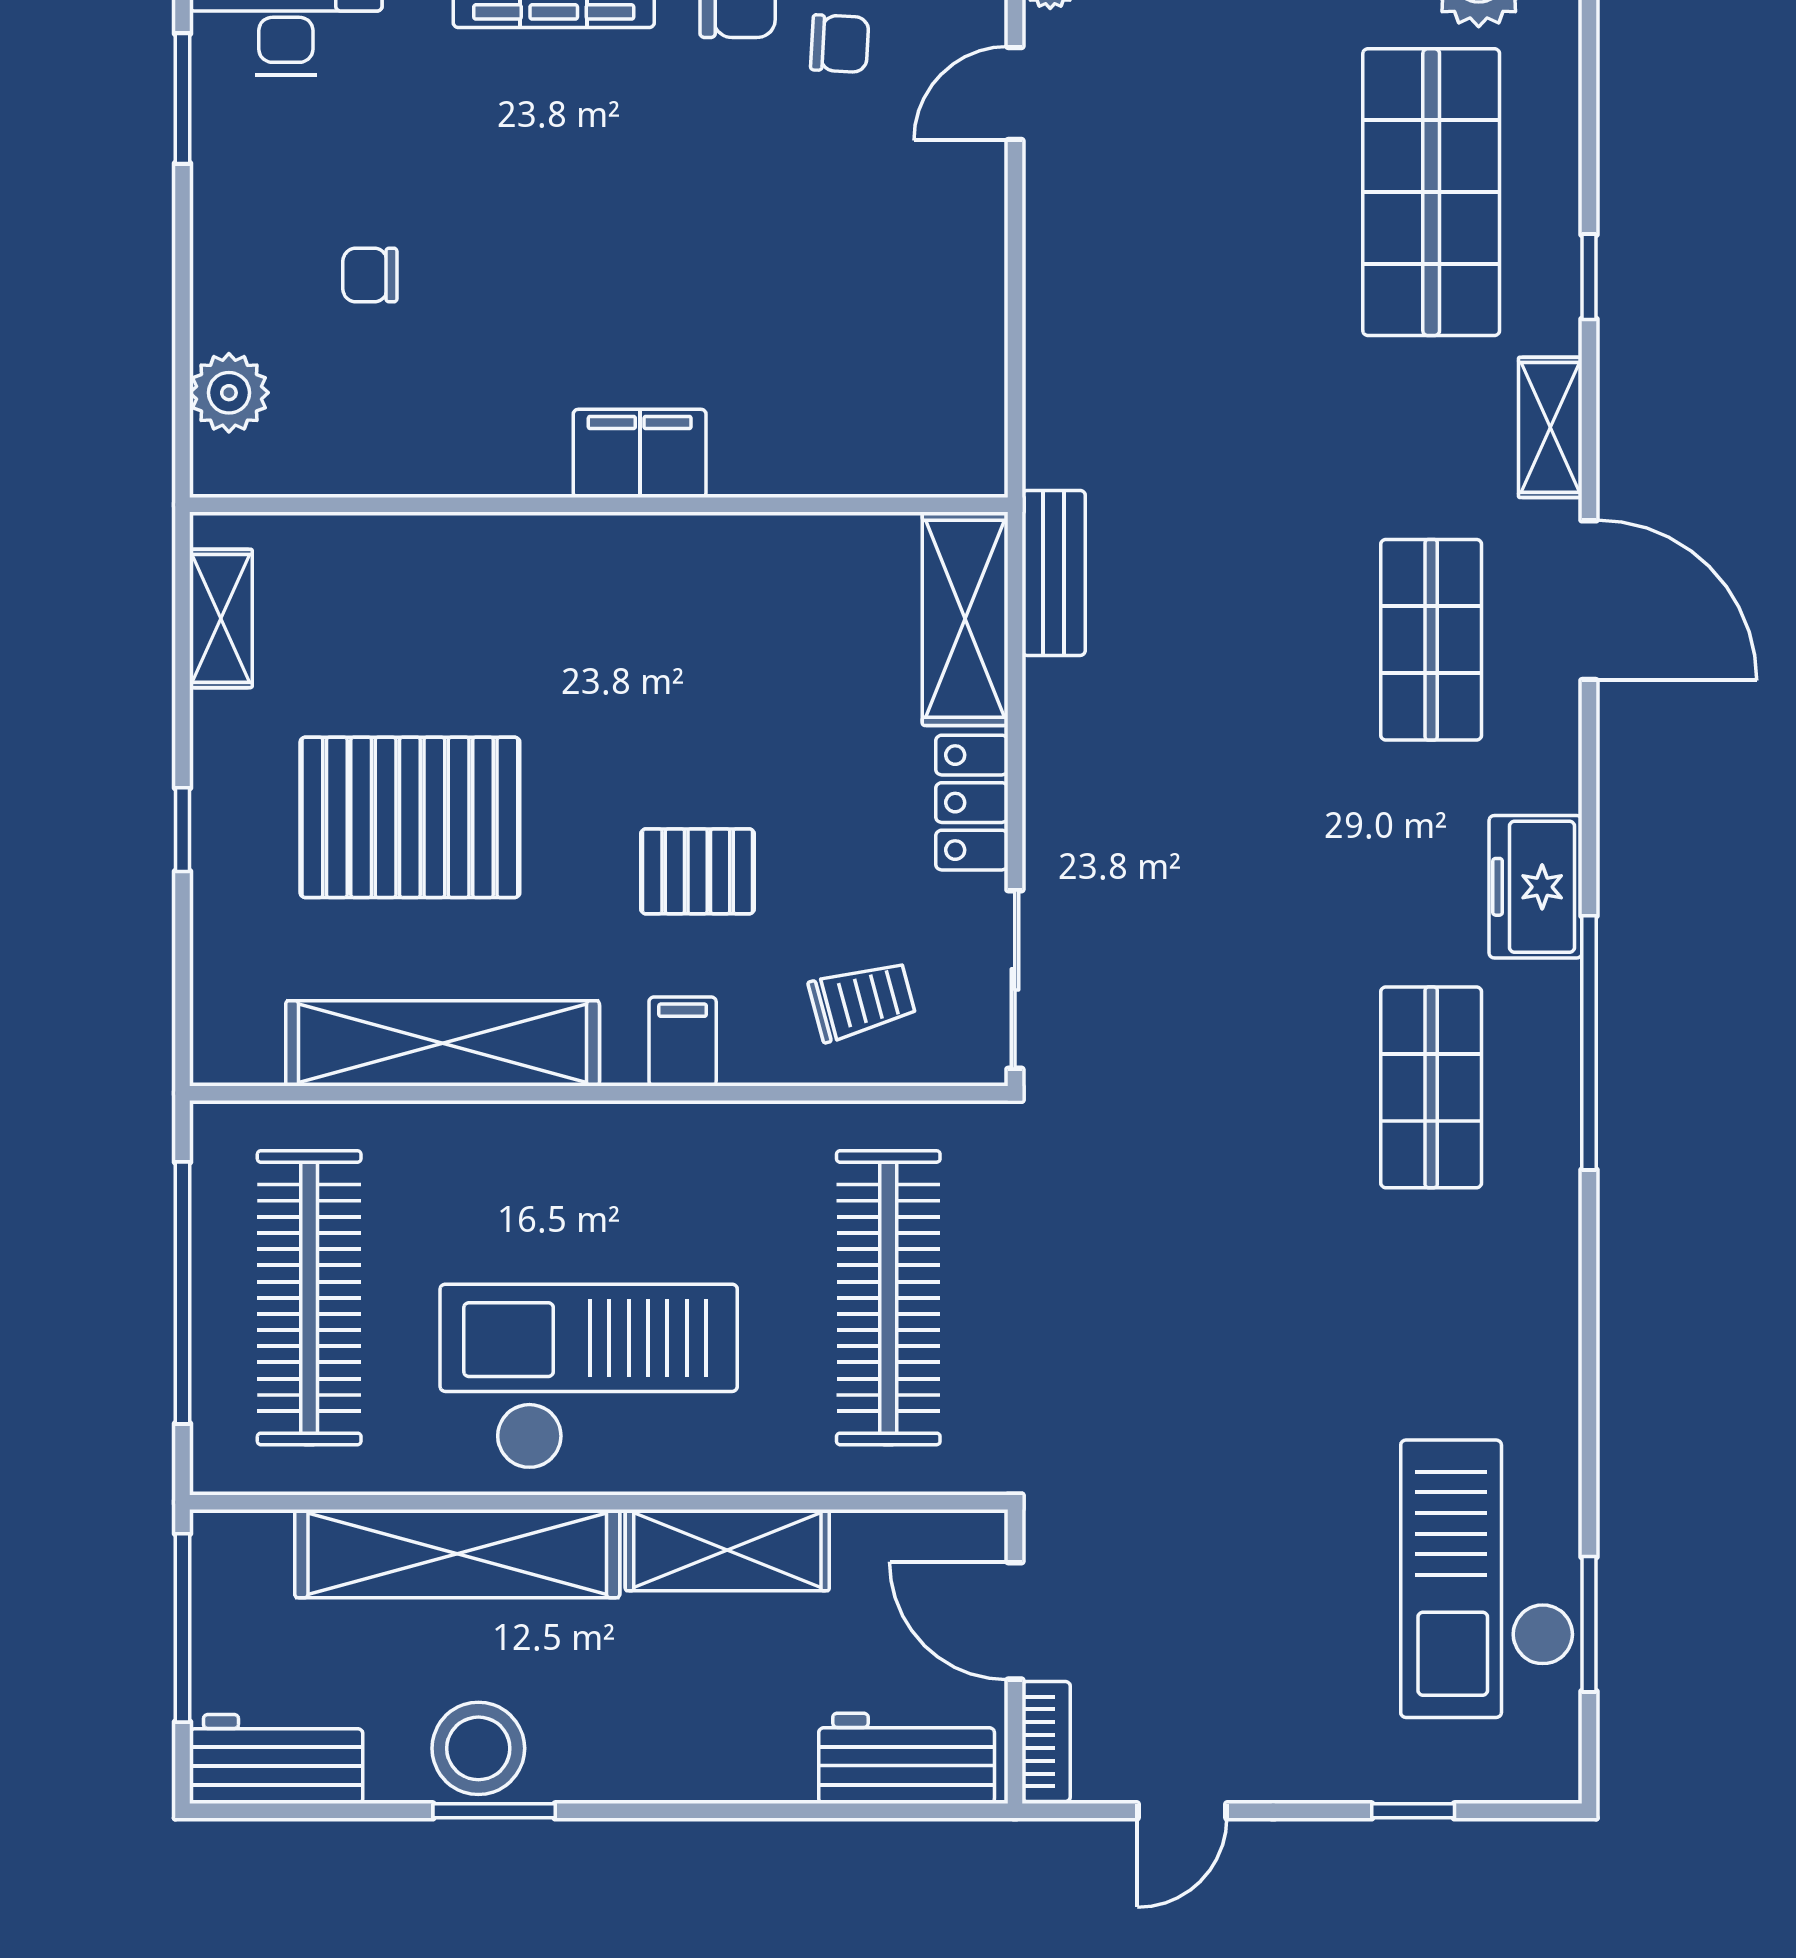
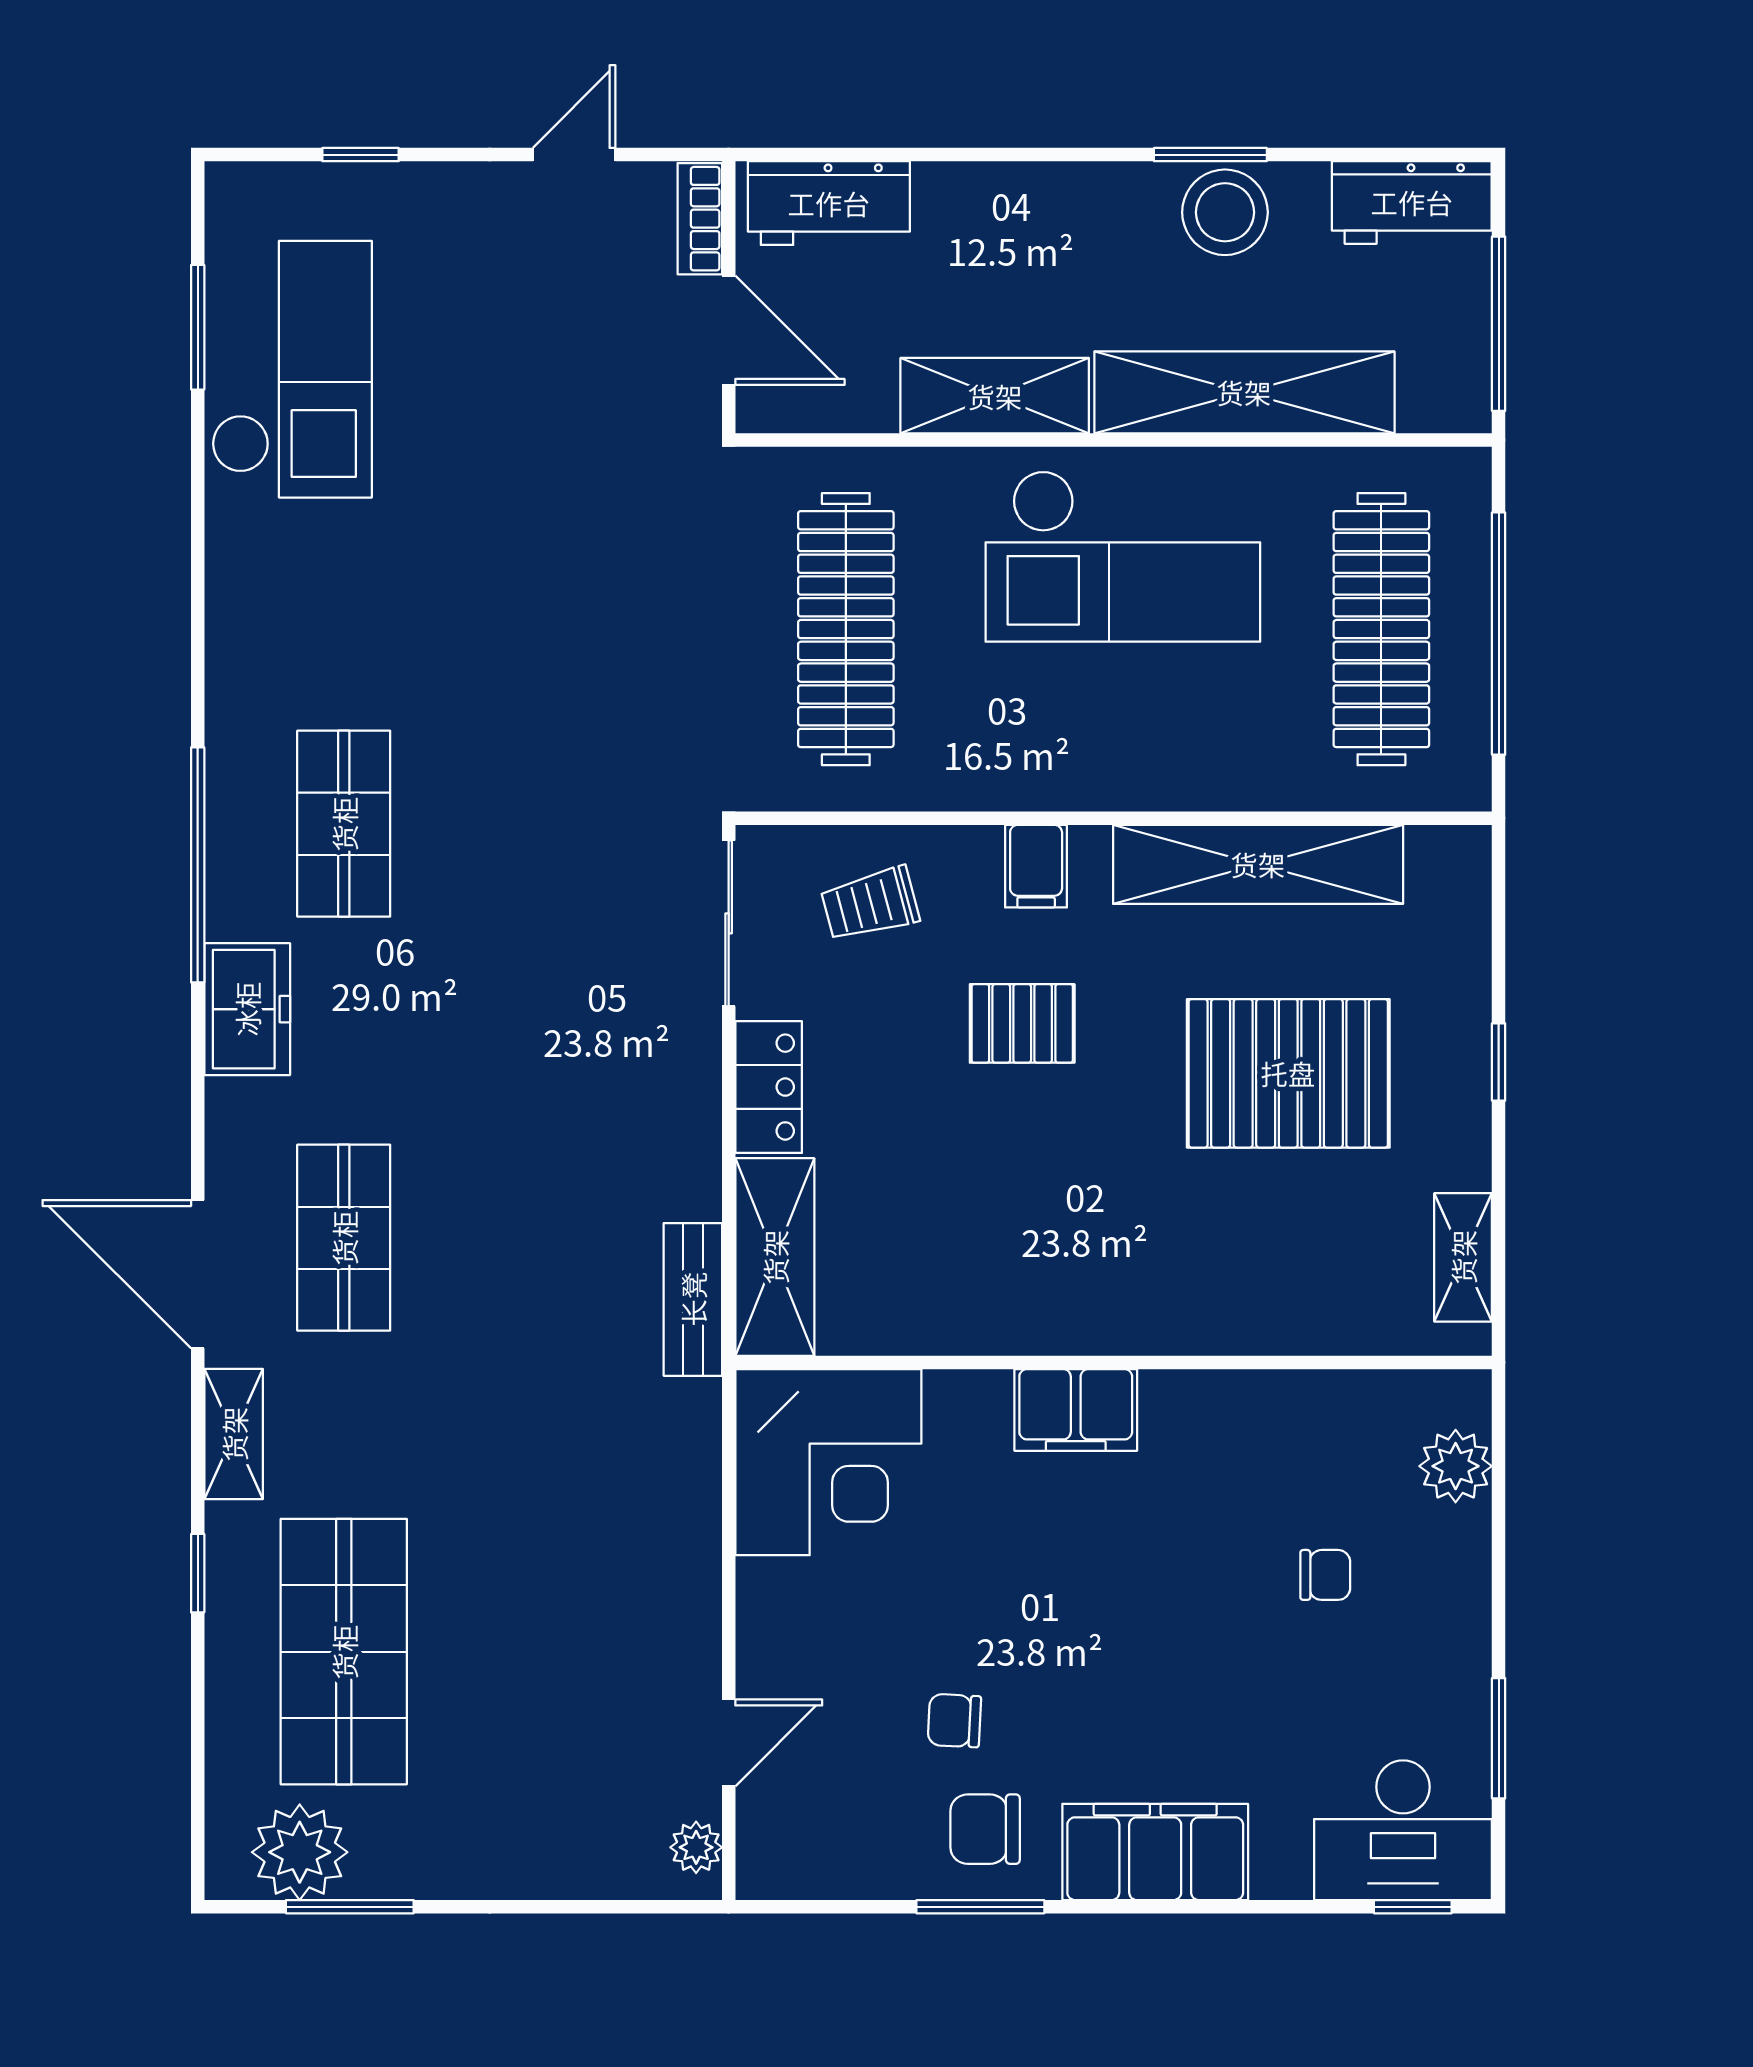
chair: (840, 44) -> (954, 1721), moved
corner desk: (907, 397) -> (828, 1462), added

